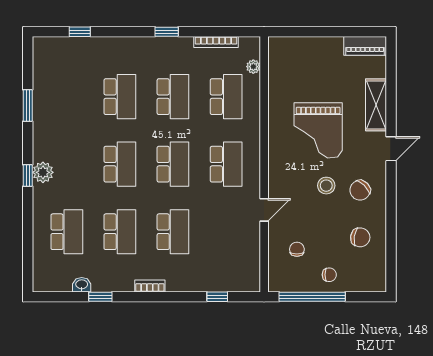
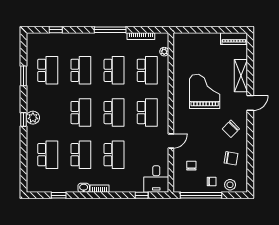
window: (167, 32) -> (110, 30), width x2.17
school desk: (67, 97) -> (48, 70), added
grand piano: (318, 130) -> (205, 91), turned 180
stool: (326, 186) -> (230, 185), moved
desk: (241, 271) -> (156, 179), added
washbasin: (82, 285) -> (84, 188), moved
window: (100, 297) -> (59, 195), moved

